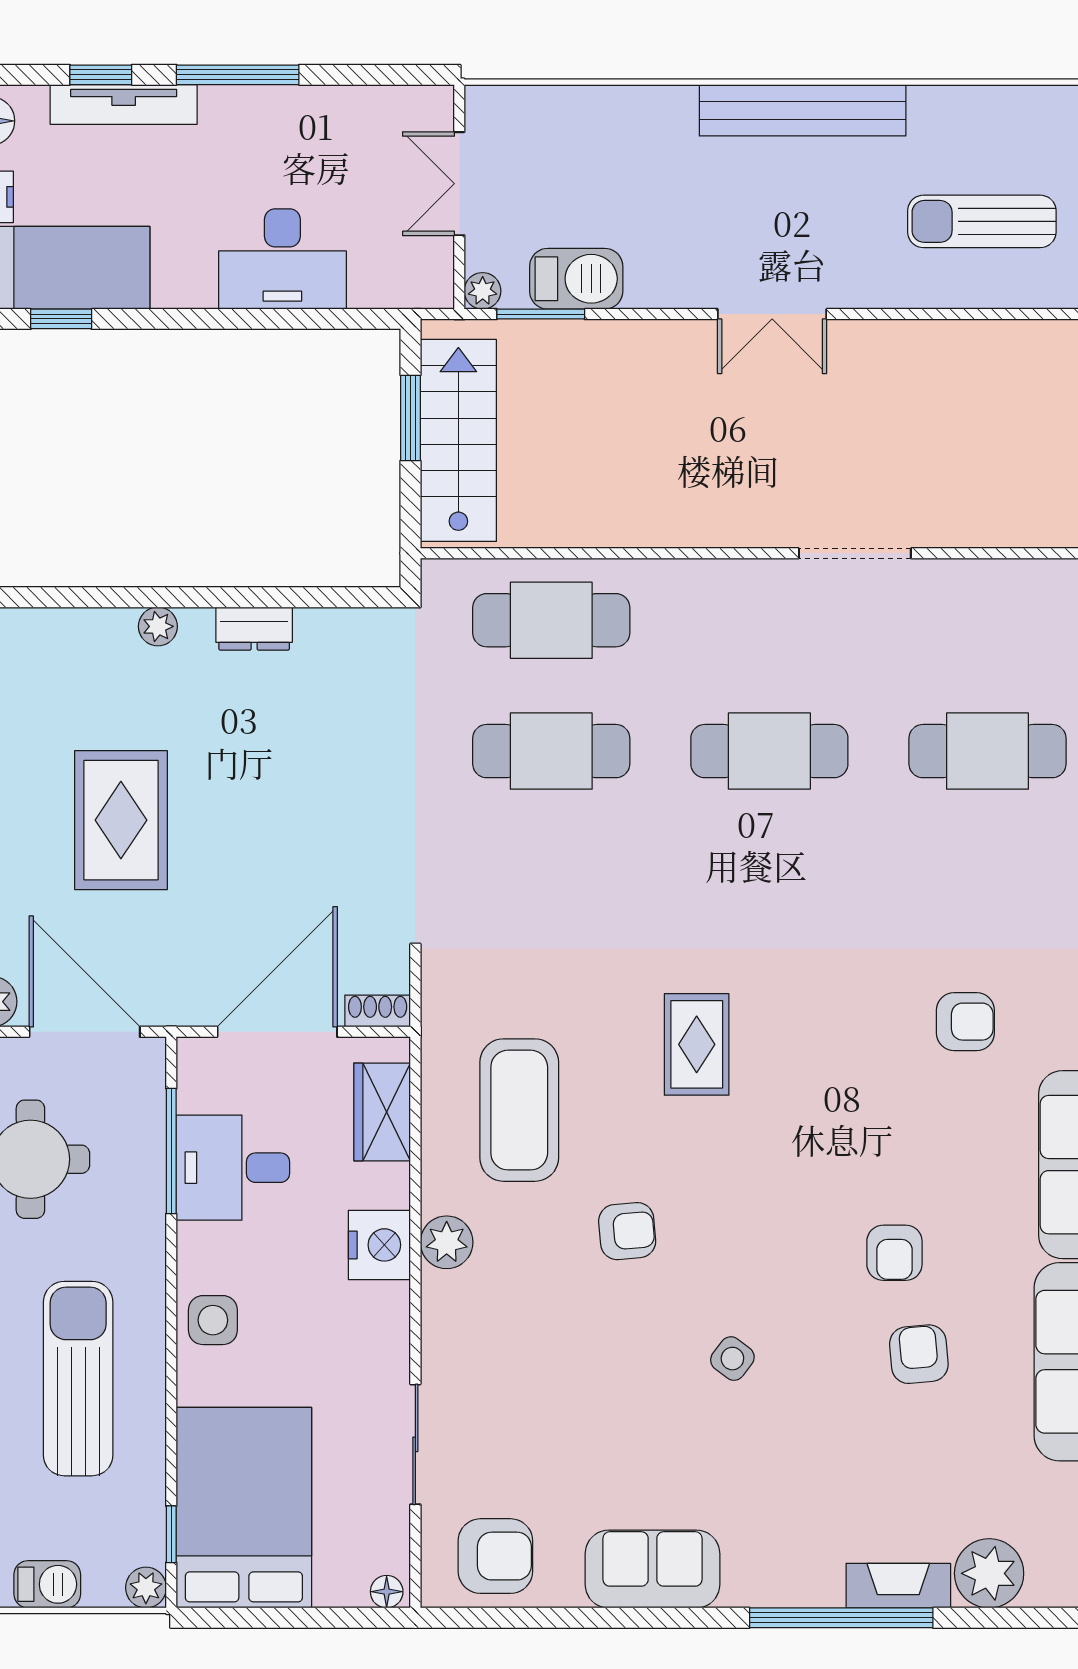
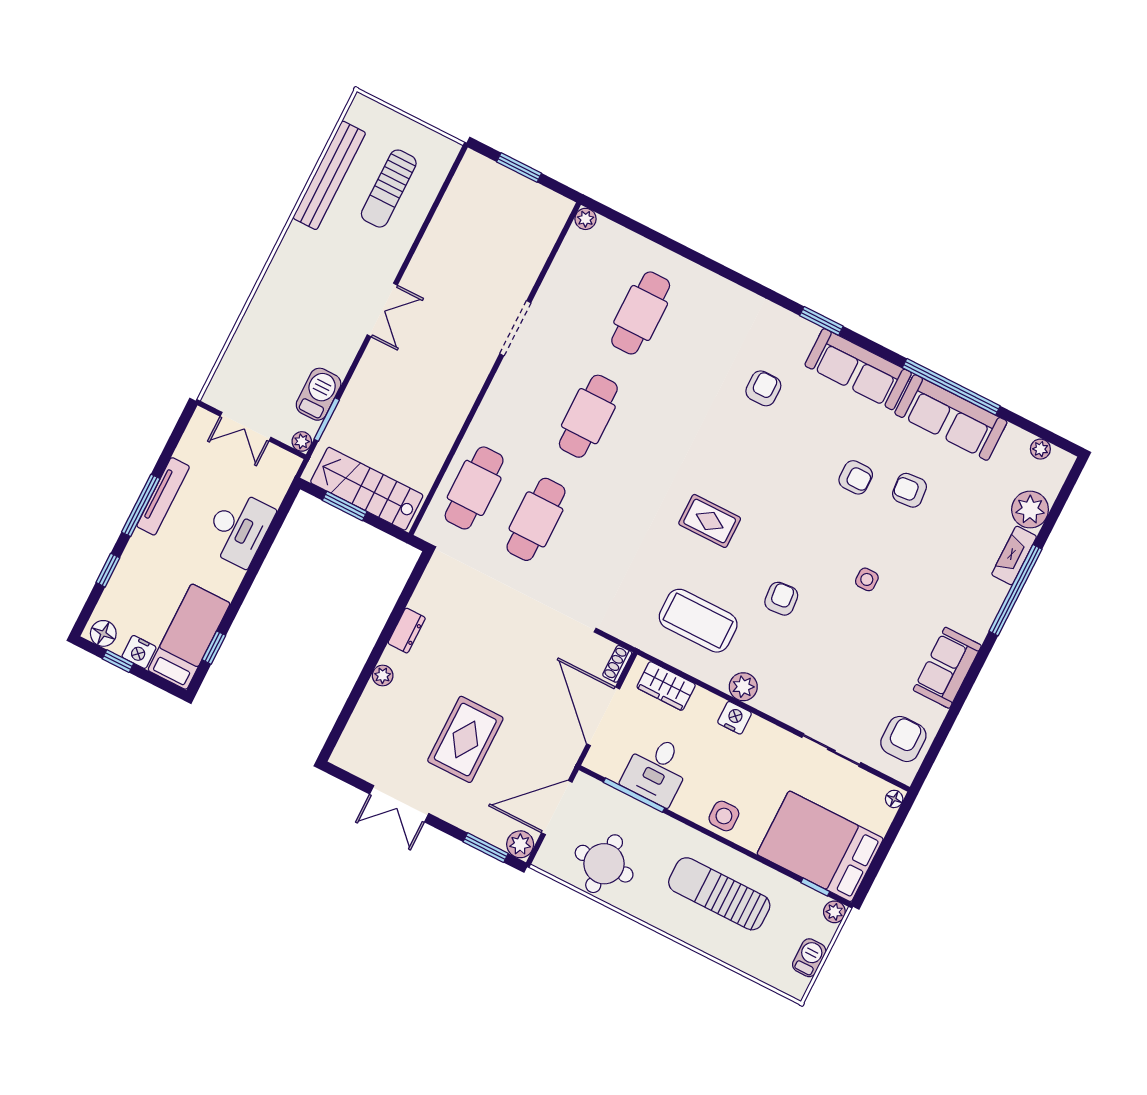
tv unit: (124, 104) -> (163, 496), moved
bench: (803, 110) -> (329, 175), moved
rug: (121, 820) -> (465, 739), turned 90
nightstand: (379, 1245) -> (735, 718), width x0.74, depth x0.75
side table: (732, 1359) -> (867, 579), turned -37

